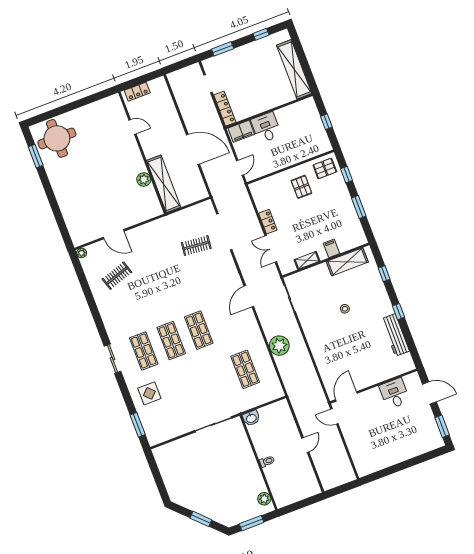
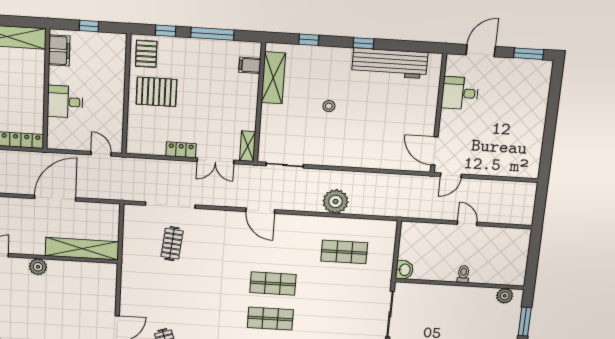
filing cabinet: (241, 131) -> (59, 50), moved
plant: (144, 180) -> (38, 267), moved
pallet: (301, 187) -> (156, 92), width x1.50, depth x1.42
window: (359, 207) -> (212, 34), width x1.44
filing cabinet: (331, 248) -> (250, 65), moved
shelving: (307, 260) -> (248, 146), moved
workbench: (395, 335) -> (390, 63), width x1.36, depth x1.32

